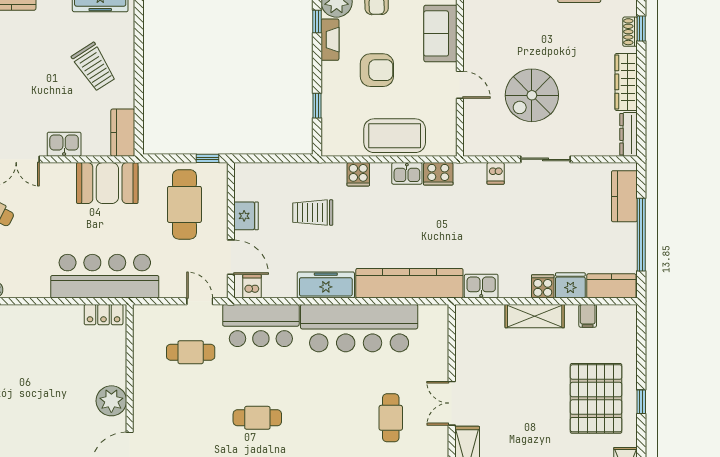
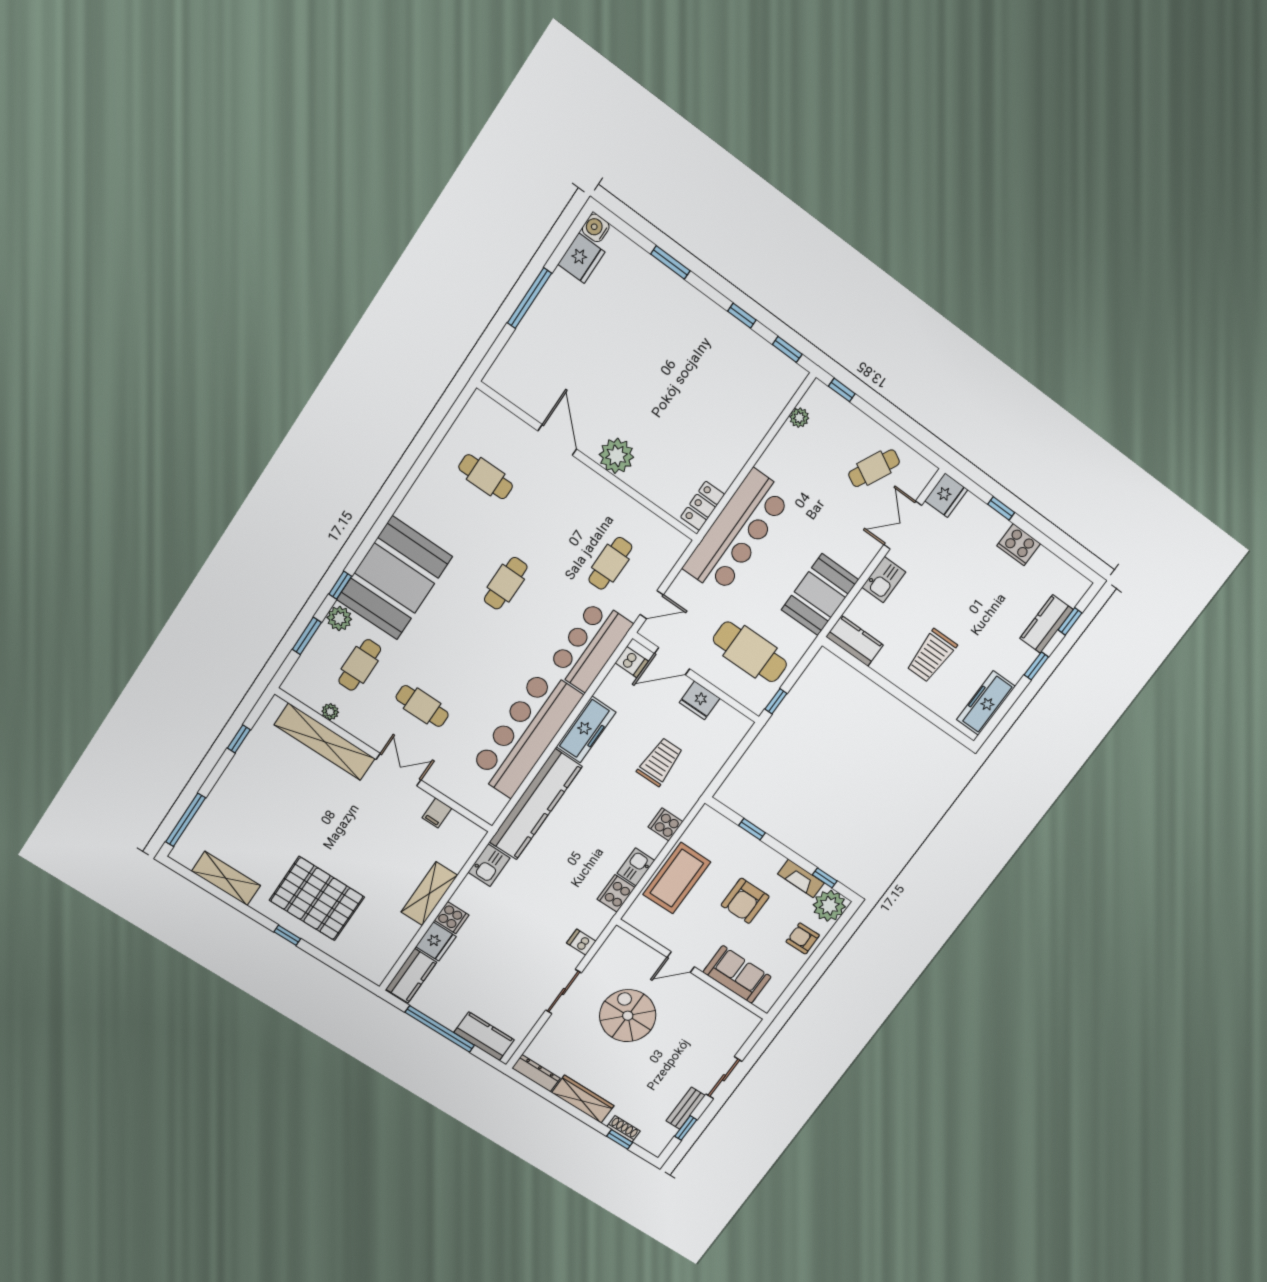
trolley: (94, 67) -> (932, 656), turned -57
filing cabinet: (588, 316) -> (437, 813), moved, turned -90

